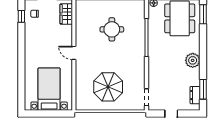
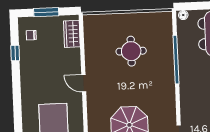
window: (21, 16) -> (15, 53), moved

